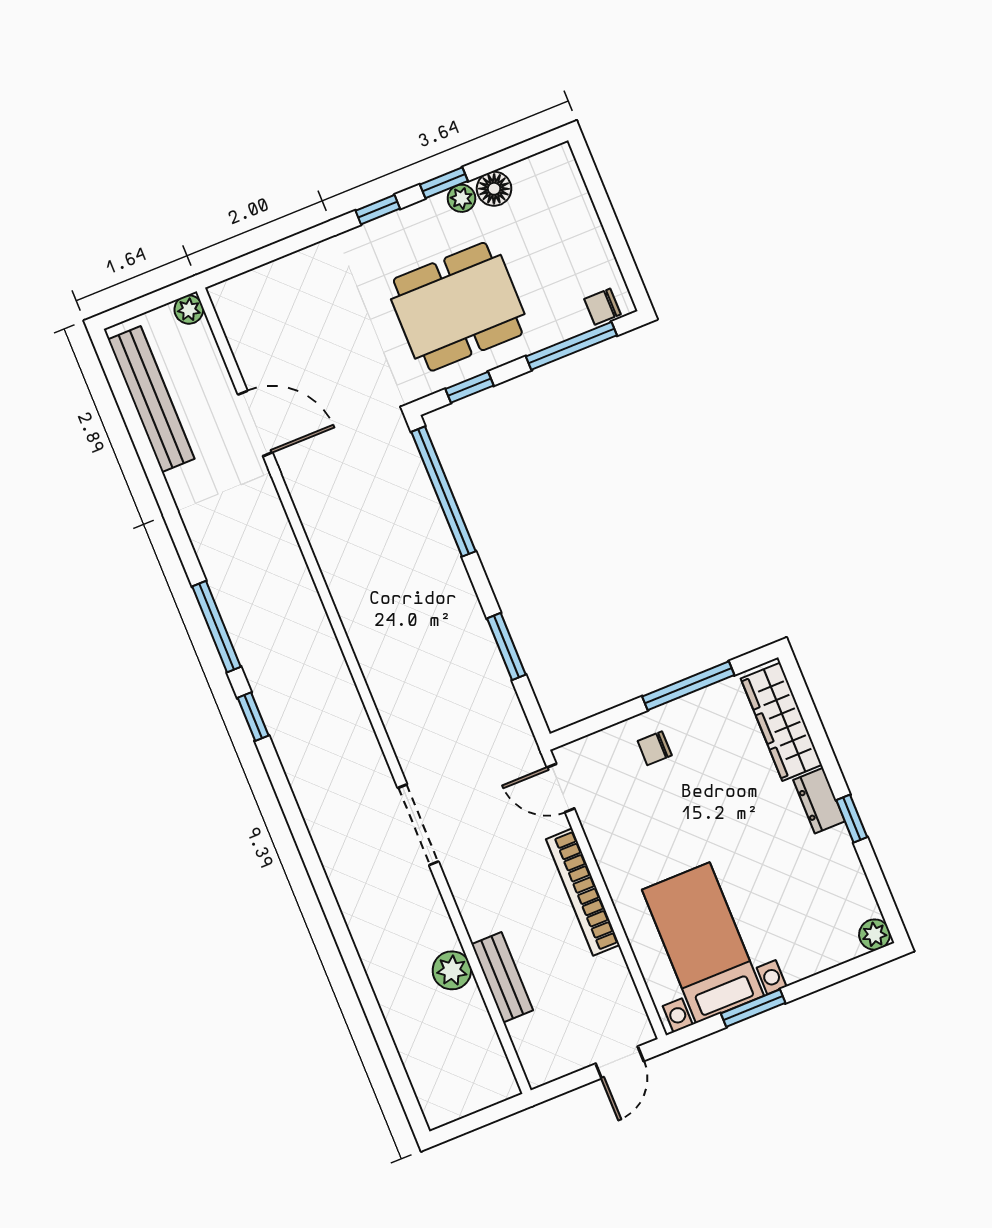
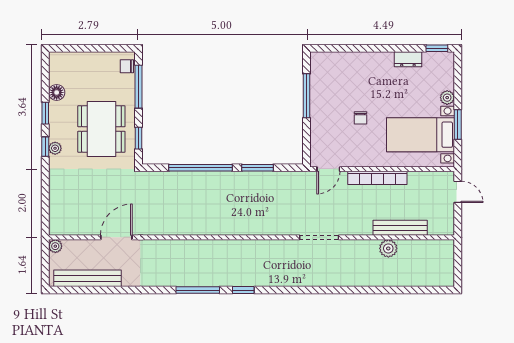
plant: (461, 198) -> (55, 148), moved
chair: (602, 307) -> (127, 66), turned 90
window: (443, 492) -> (200, 168), moved
wardrobe: (781, 722) -> (338, 62), removed
chair: (655, 748) -> (360, 118), moved
dresser: (819, 801) -> (408, 59), moved
window: (852, 819) -> (437, 48), moved
plant: (874, 935) -> (447, 98), moved
bench: (502, 977) -> (400, 228), width x1.36

